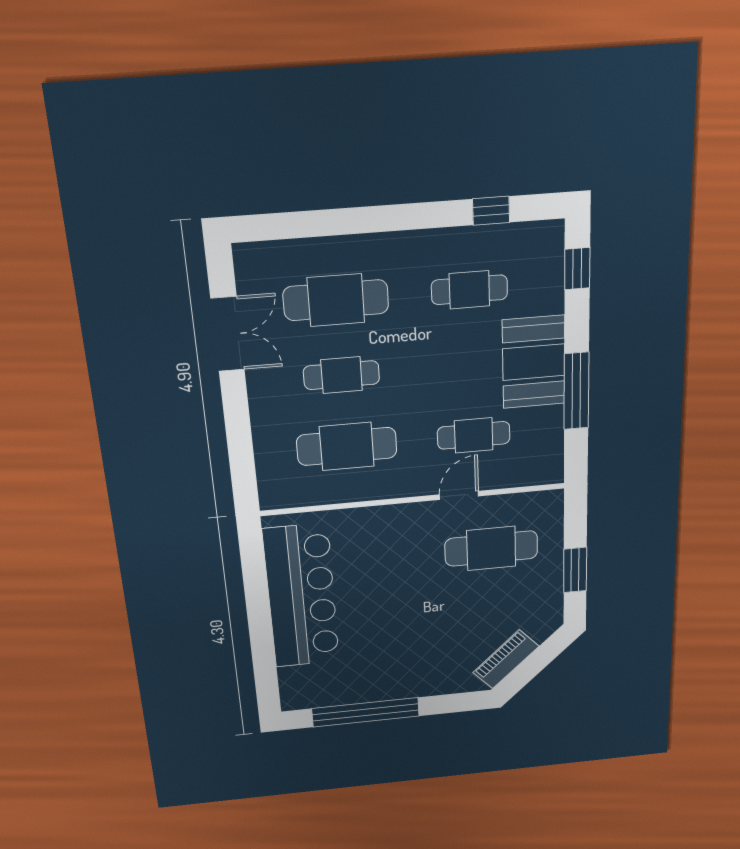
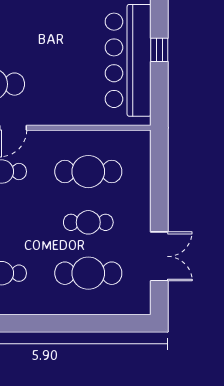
double door: (228, 334) -> (159, 256), swing flipped
window: (259, 613) -> (159, 50), added

